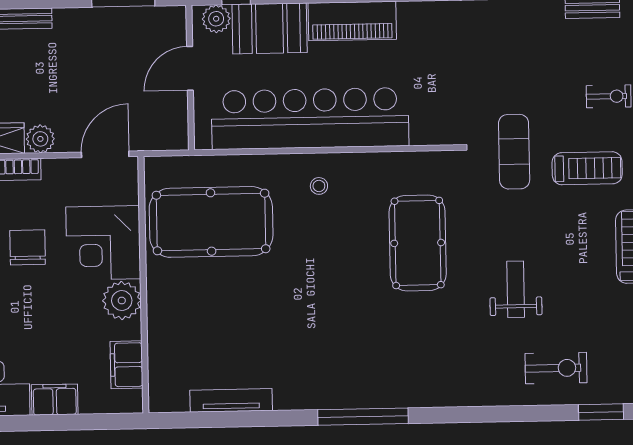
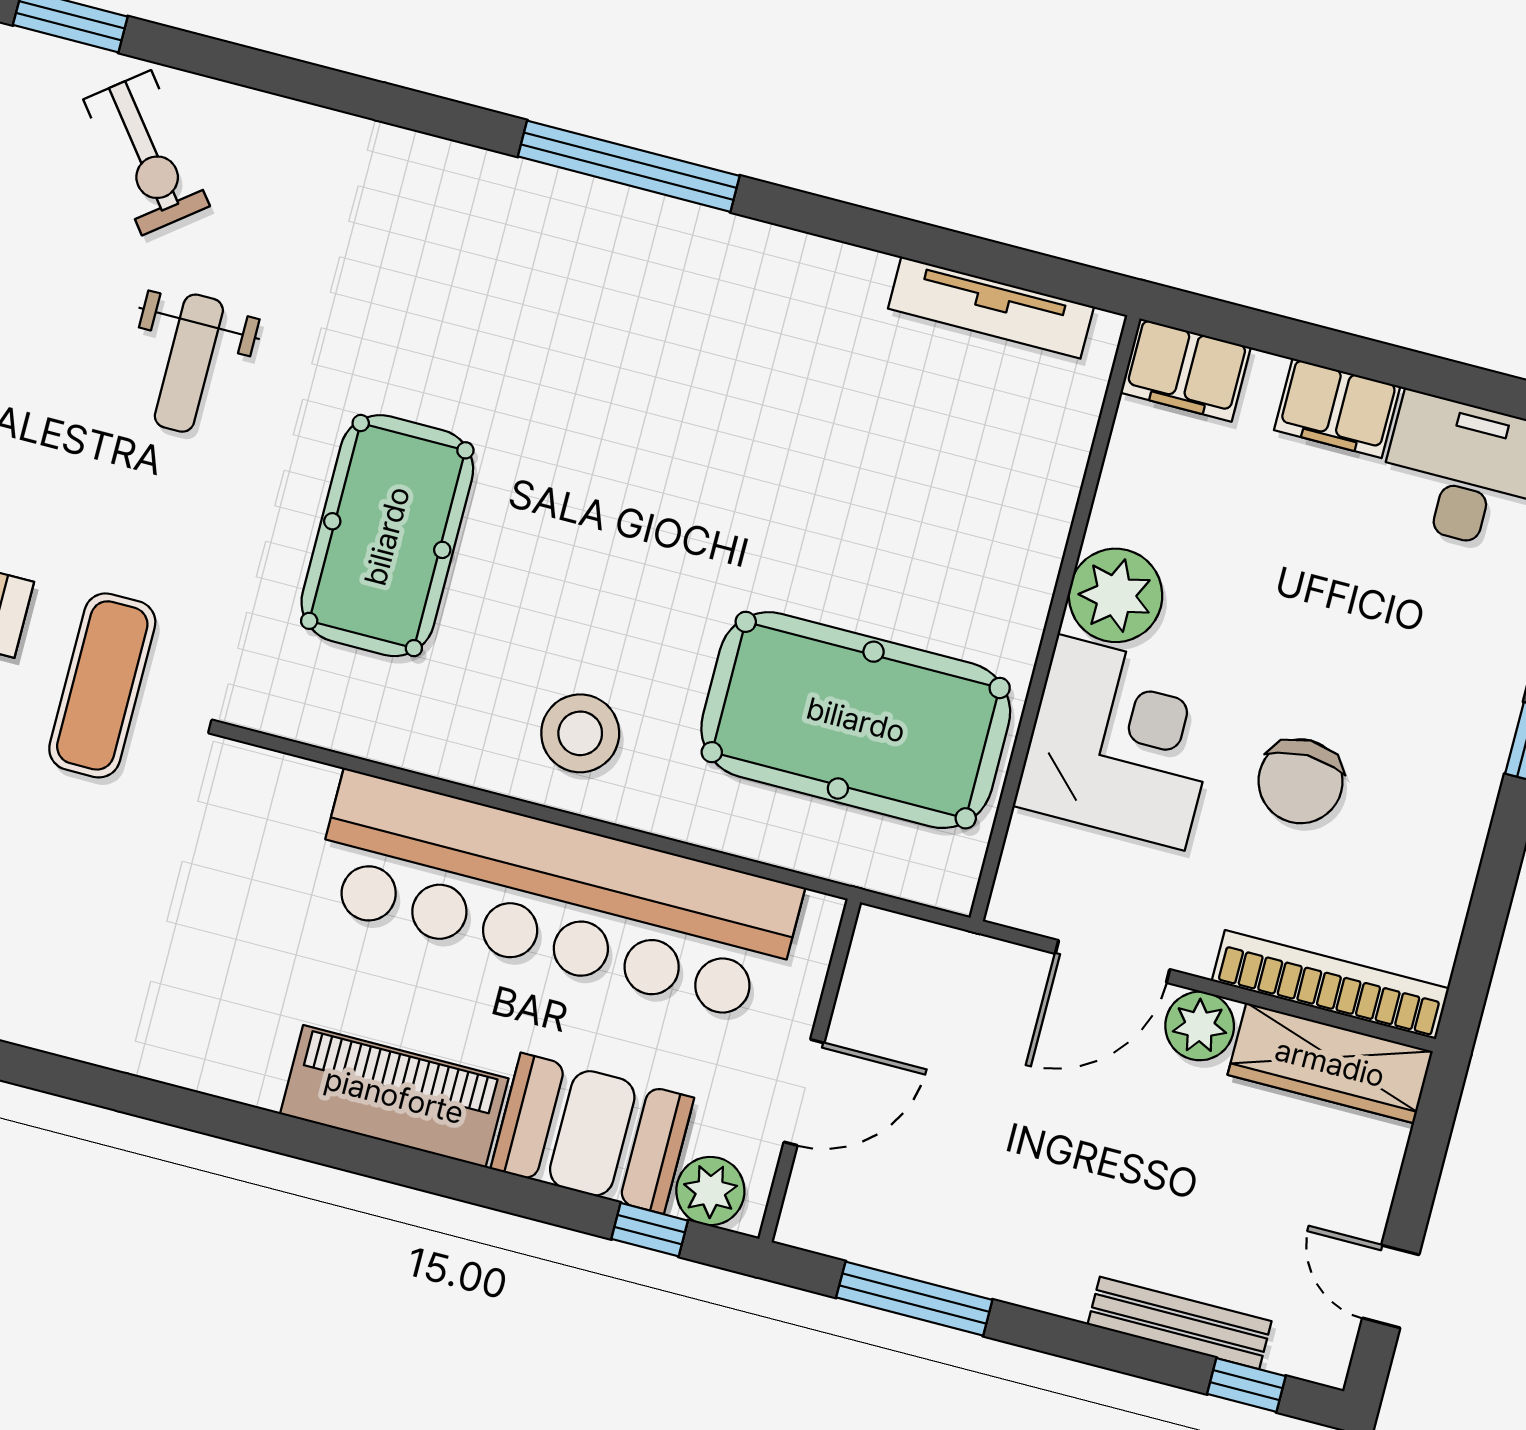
door: (105, 154) -> (1113, 961), moved
stool: (319, 186) -> (580, 733), width x1.89, depth x1.89
filing cabinet: (126, 365) -> (1186, 370), moved, turned 90
exercise bike: (556, 368) -> (147, 153), turned -128
tv unit: (231, 400) -> (991, 308), moved

